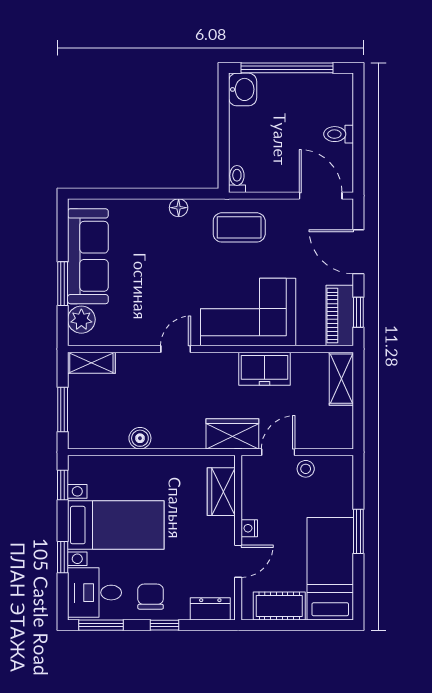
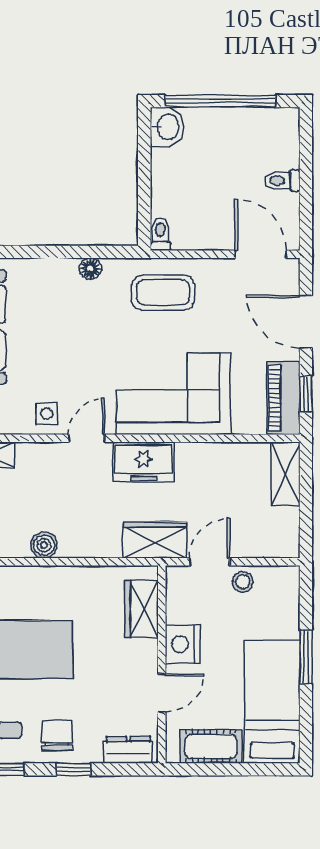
side table: (142, 328) -> (47, 414), added
freezer: (265, 369) -> (143, 462), moved
nightstand: (249, 528) -> (183, 644), width x1.89, depth x1.79

